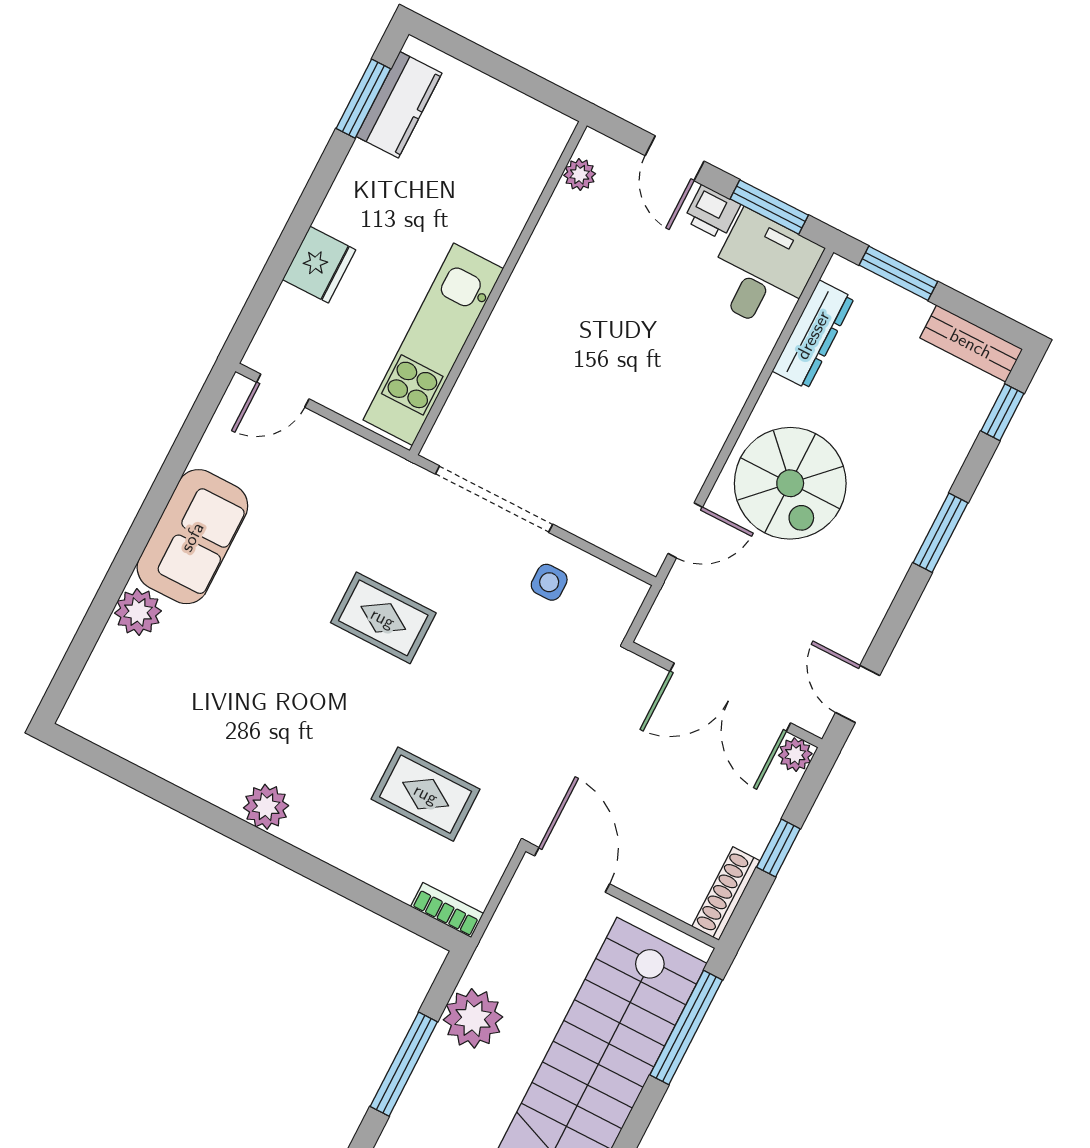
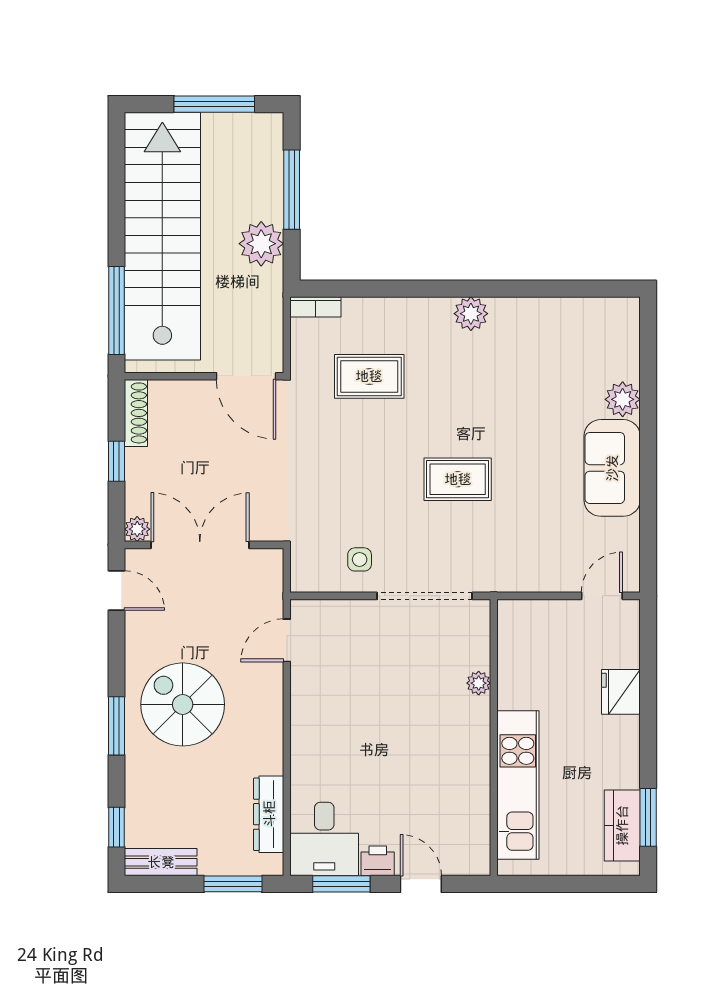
plant: (580, 174) -> (479, 683), moved
kitchen unit: (433, 344) -> (518, 785), moved
spiral stairs: (790, 483) -> (183, 704), moved

